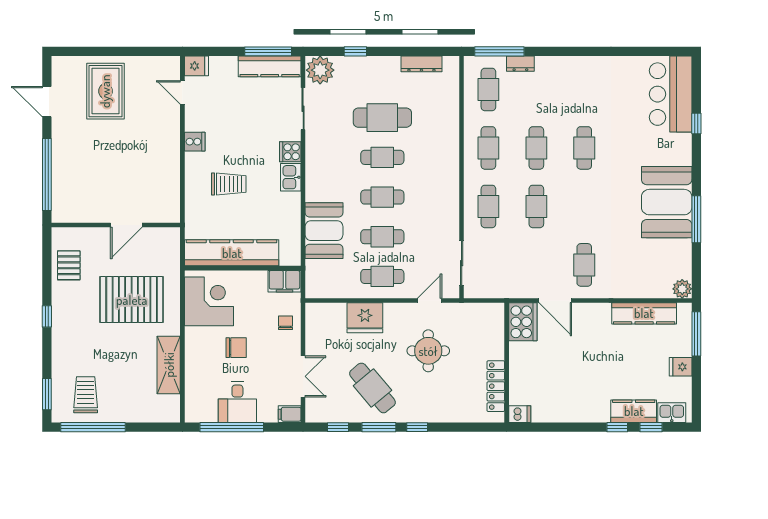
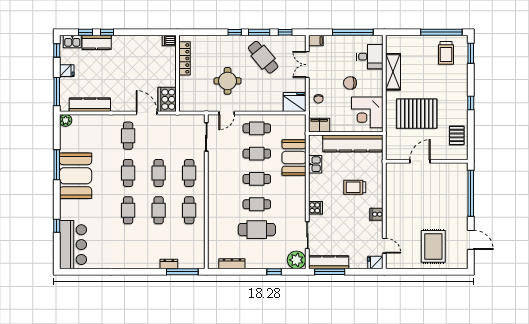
cafe table: (488, 89) -> (128, 173), moved
kitchen sink: (291, 177) -> (315, 164), moved
fridge: (365, 318) -> (295, 102), moved
window: (696, 399) -> (57, 50), added
desk: (237, 402) -> (370, 57), moved, turned 90

